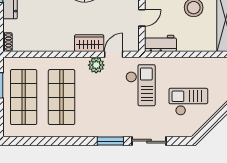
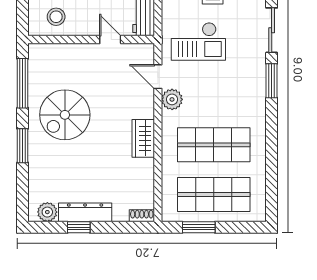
wardrobe: (89, 43) -> (143, 138), moved
checkout: (141, 85) -> (198, 41), turned 180

